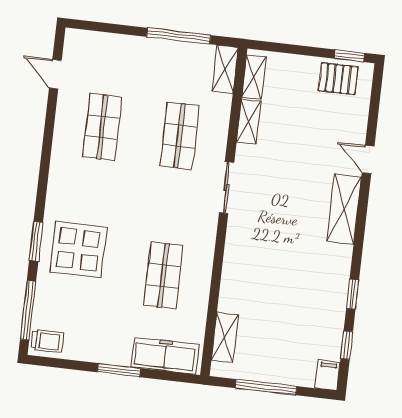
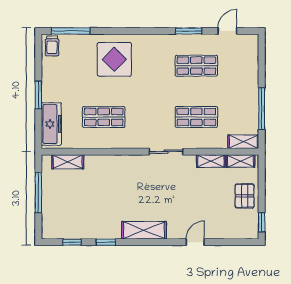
pallet: (338, 79) -> (245, 196), moved
shelving: (344, 209) -> (144, 230), moved
window: (36, 241) -> (189, 31), moved
filing cabinet: (328, 375) -> (51, 232), removed

